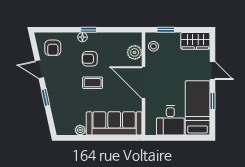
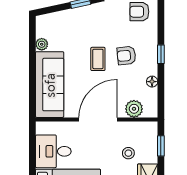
floor lamp: (82, 37) -> (152, 82), moved
stool: (153, 46) -> (128, 153), moved
armchair: (90, 59) -> (126, 56), turned -96

